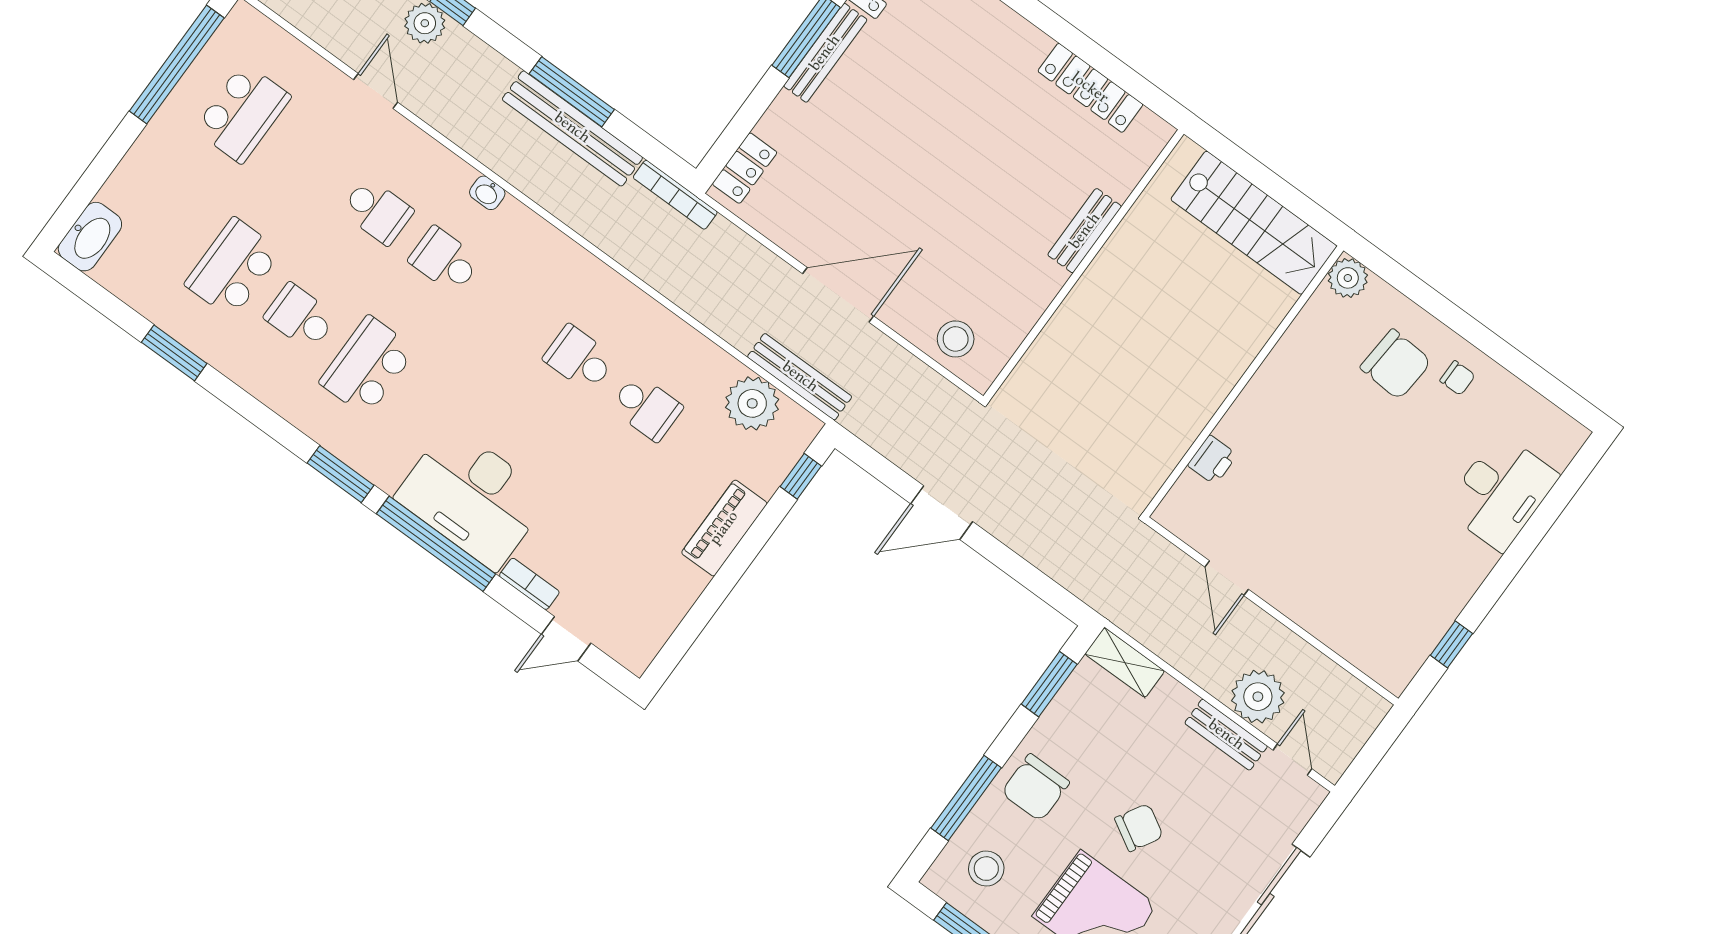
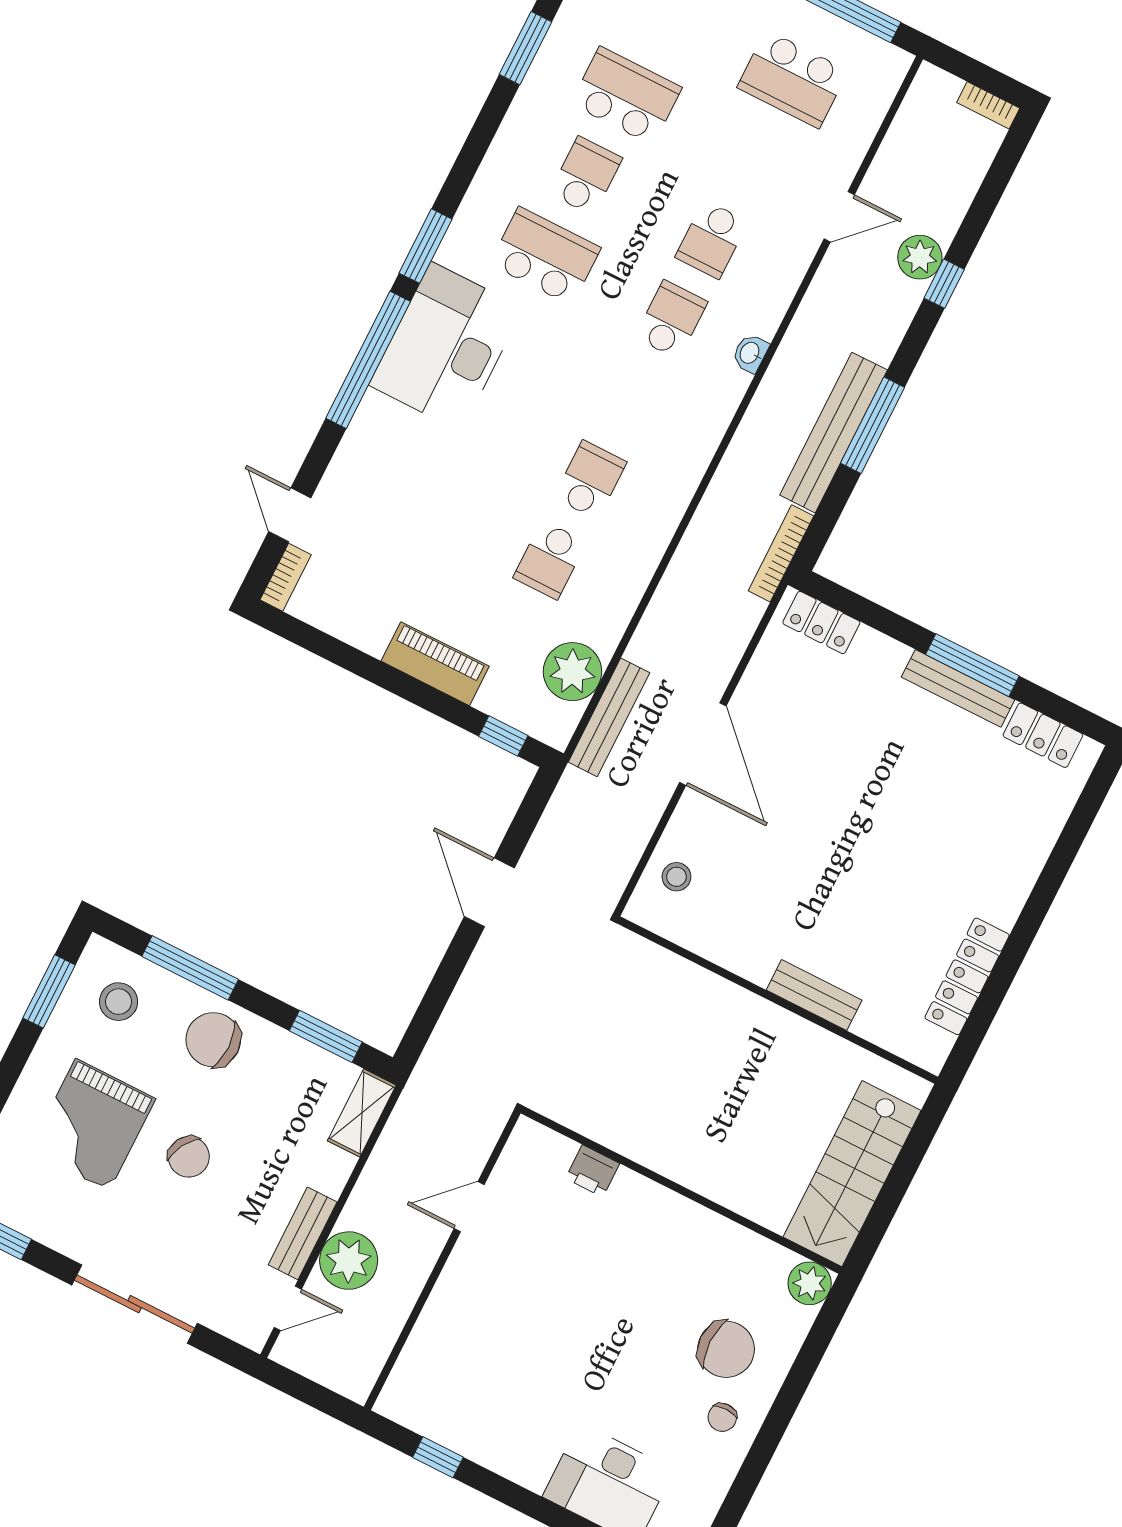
stool: (956, 339) -> (676, 877), width x0.73, depth x0.73
chair: (1396, 364) -> (726, 1349), turned -94
desk: (472, 497) -> (446, 347), moved
bookcase: (529, 584) -> (286, 577), moved

